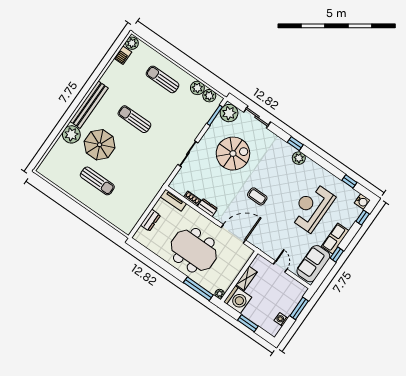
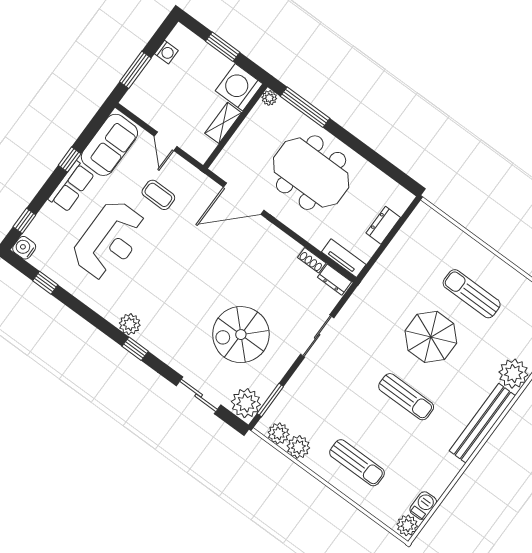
parasol: (100, 145) -> (431, 337), moved
coffee table: (257, 196) -> (158, 195), moved
dresser: (207, 208) -> (335, 280), moved

